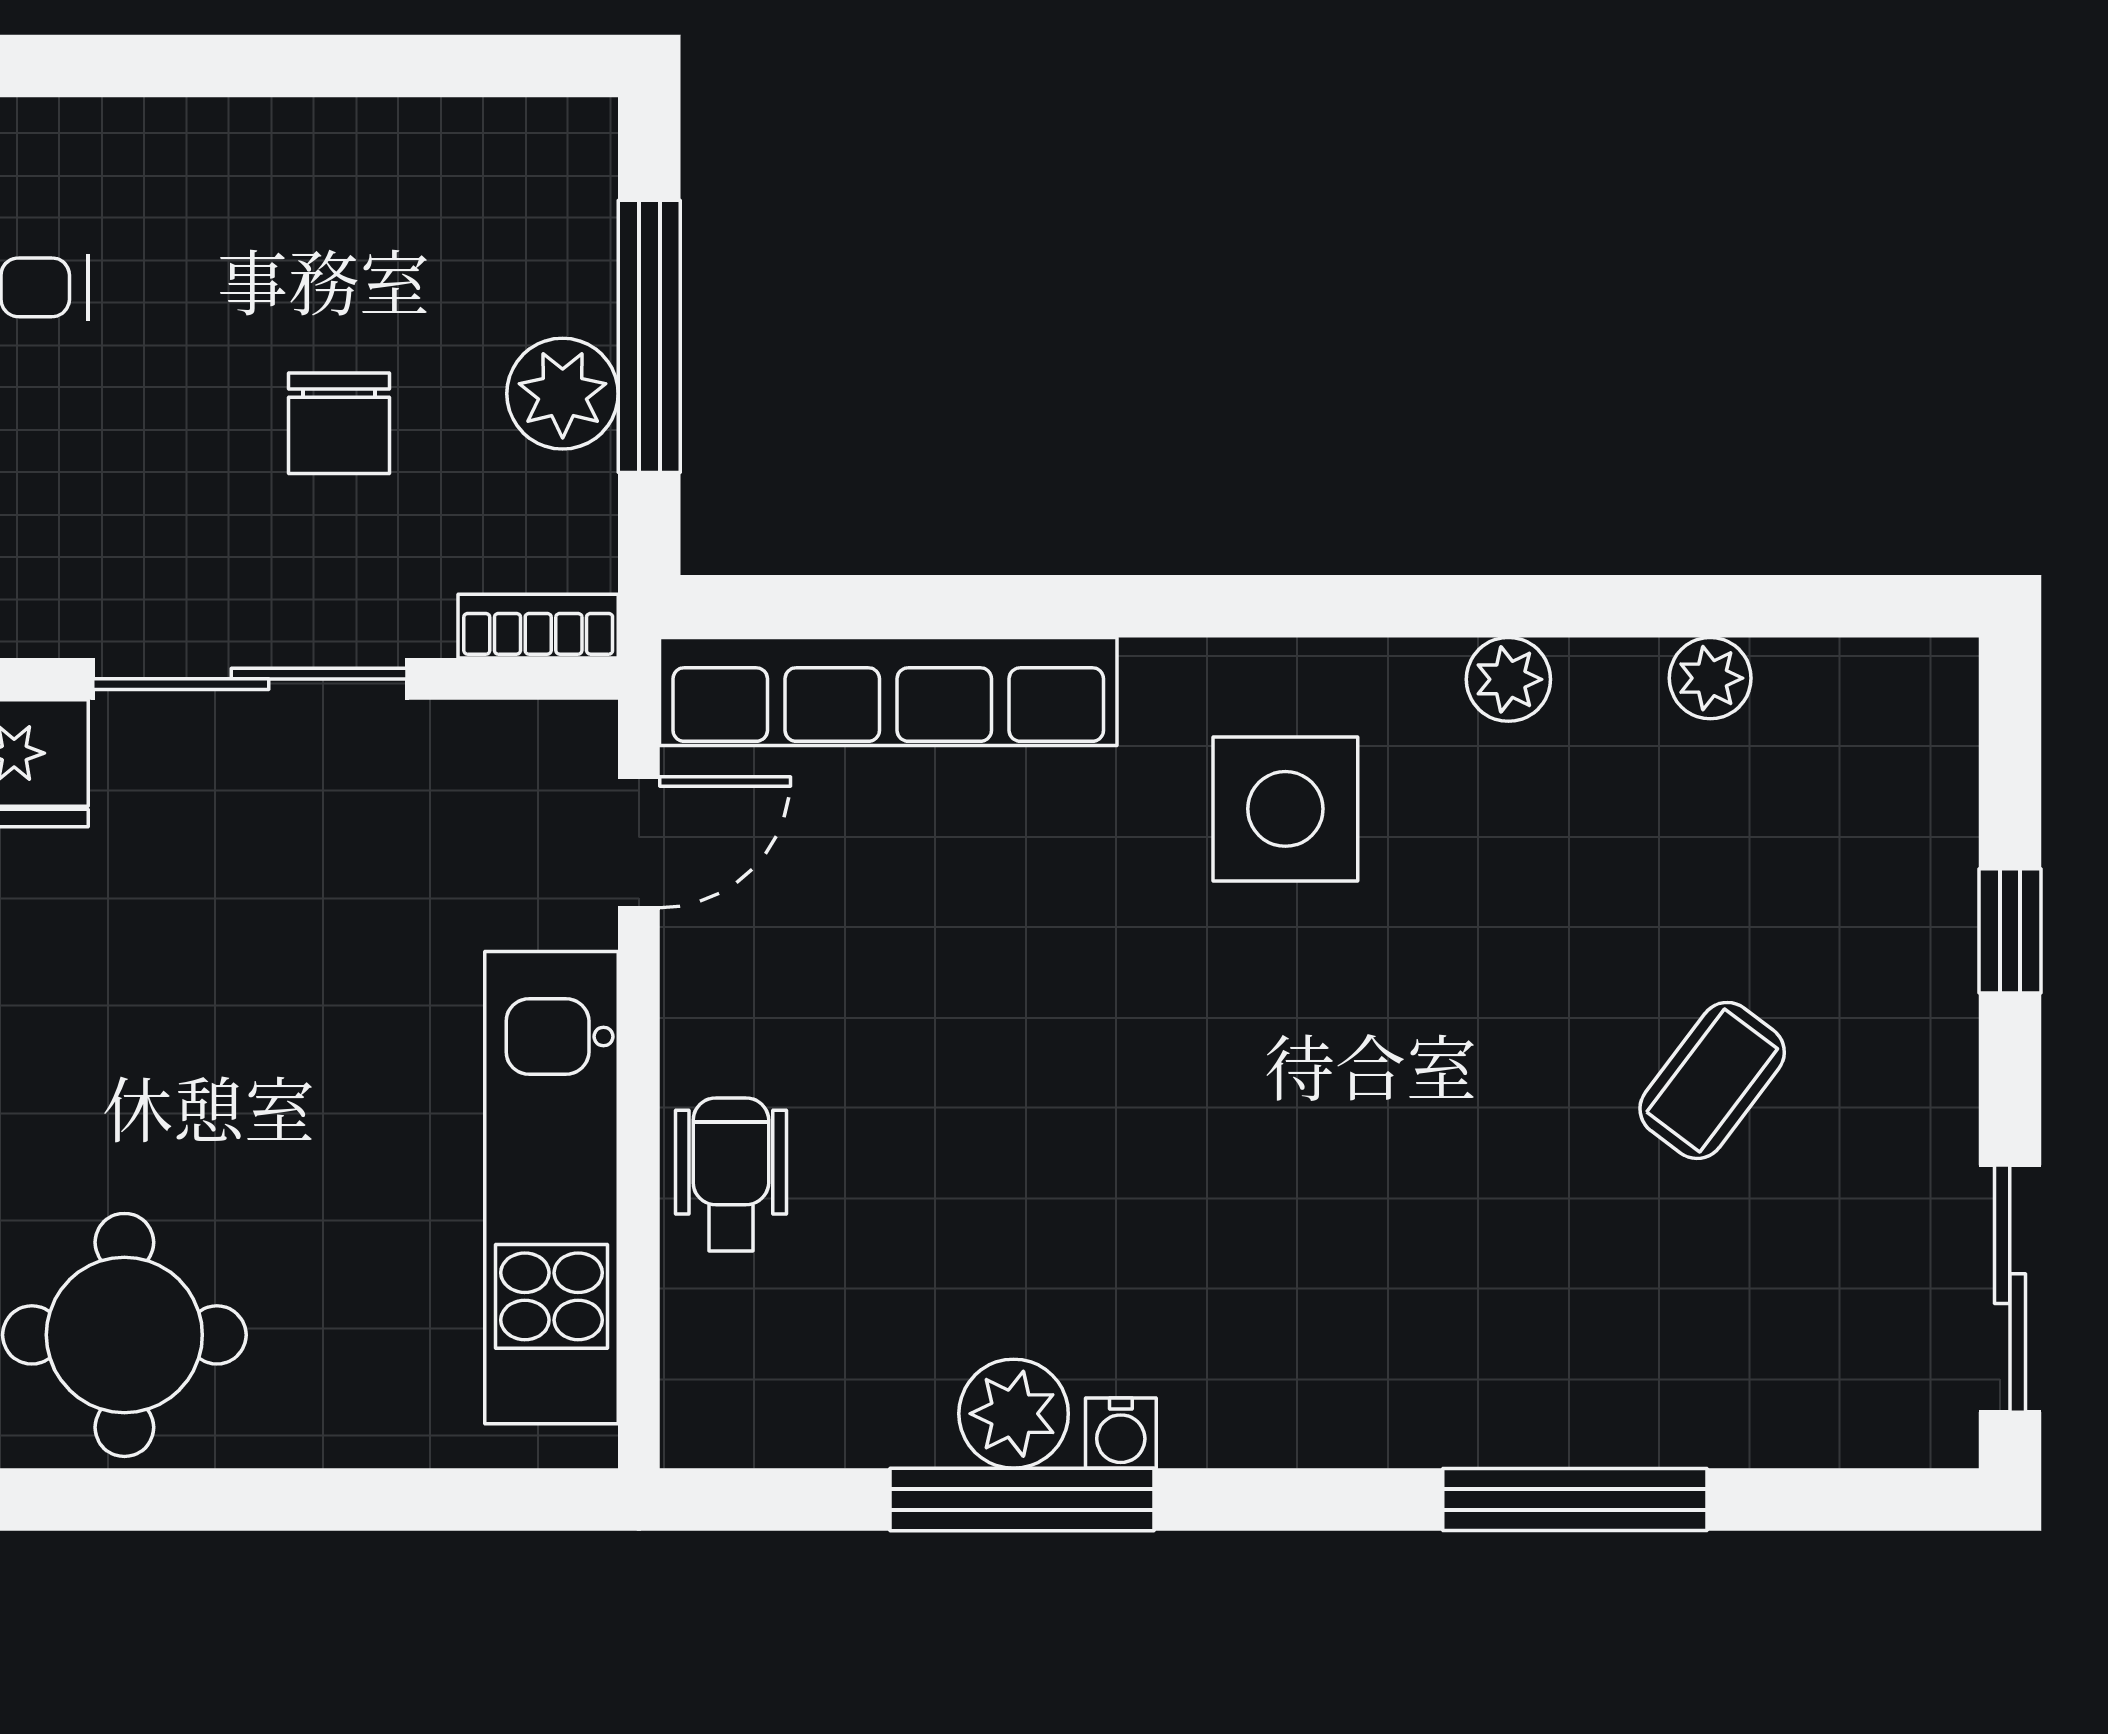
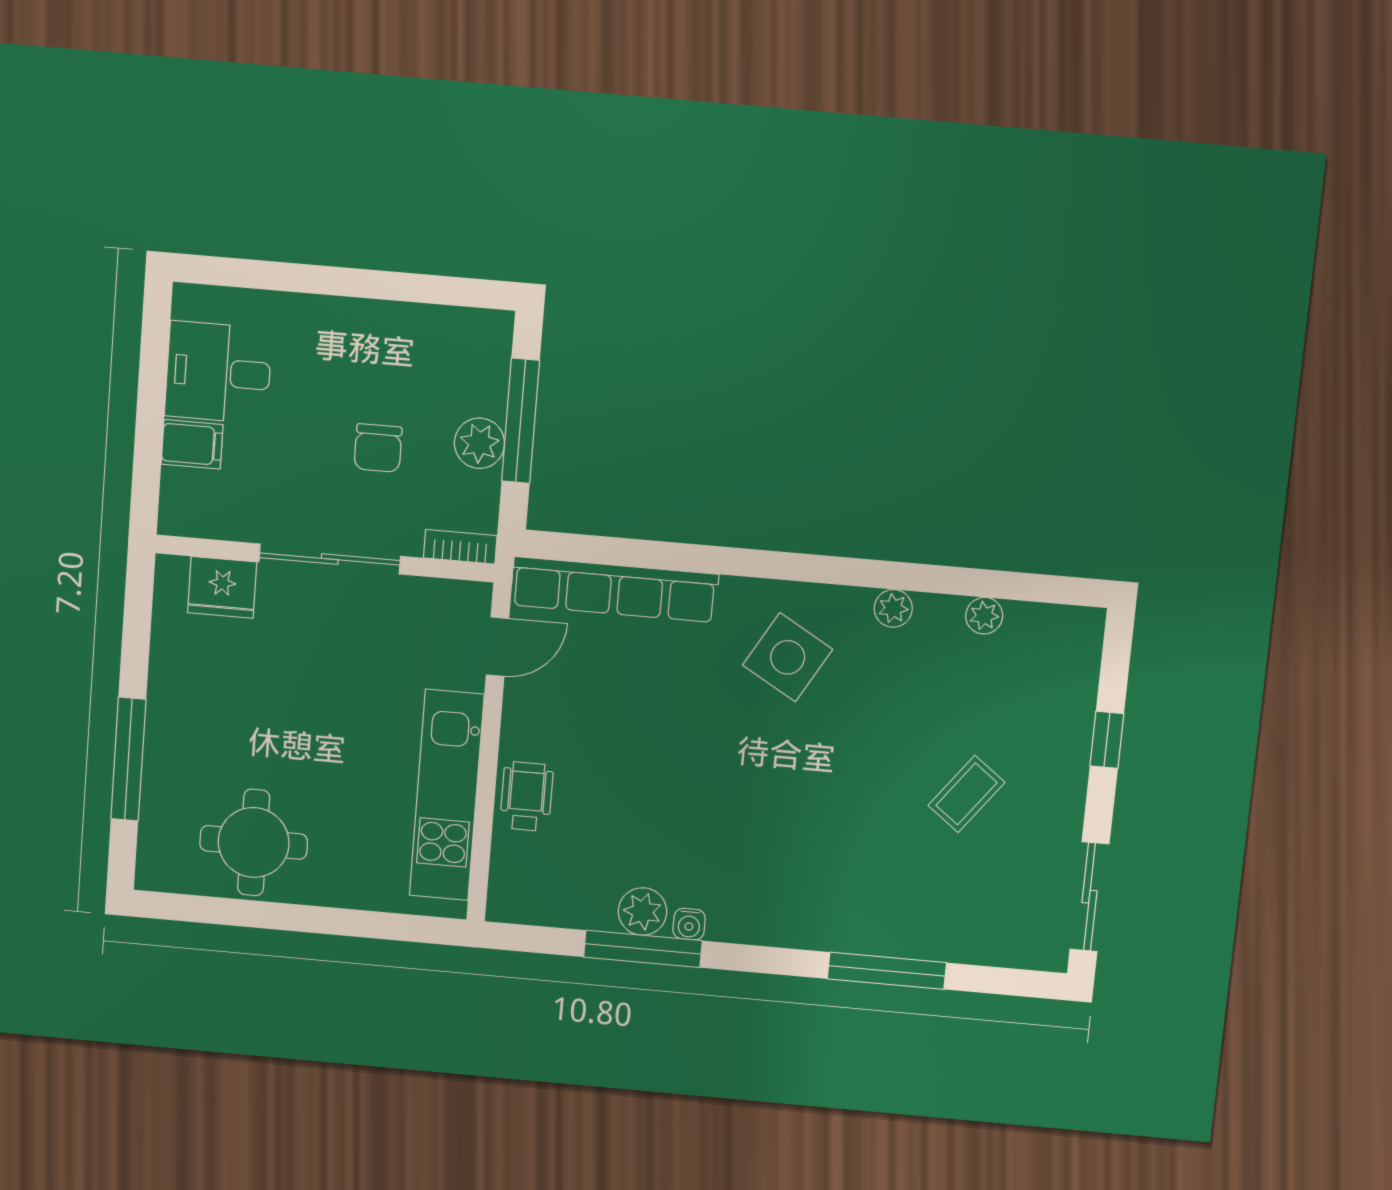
side table: (1285, 809) -> (788, 657), turned 30

